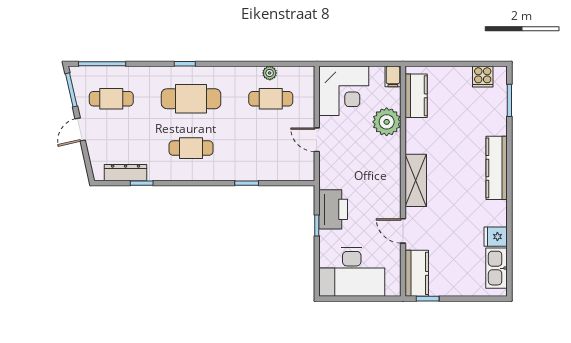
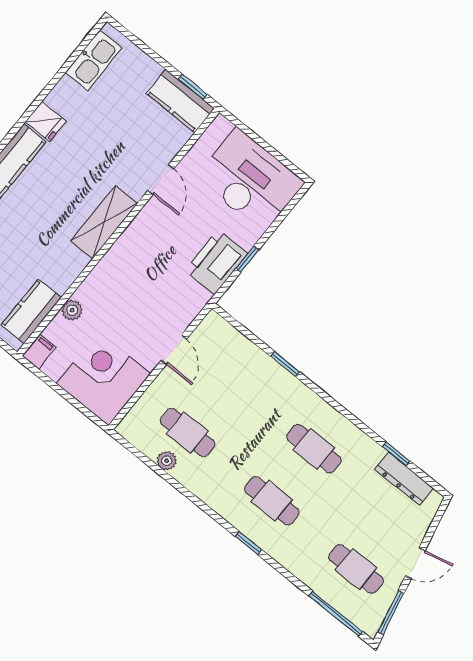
cafe table: (191, 99) -> (272, 501), width x0.73, depth x0.74
plant: (387, 122) -> (72, 310), width x0.53, depth x0.53
fridge: (496, 237) -> (46, 122), moved
kitchen counter: (417, 273) -> (180, 101), moved, turned -90

